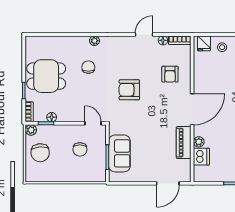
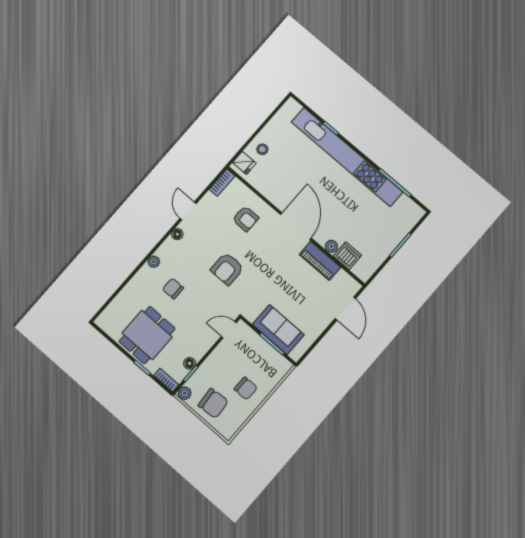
floor lamp: (163, 40) -> (177, 234), moved
chair: (80, 149) -> (246, 388), moved

